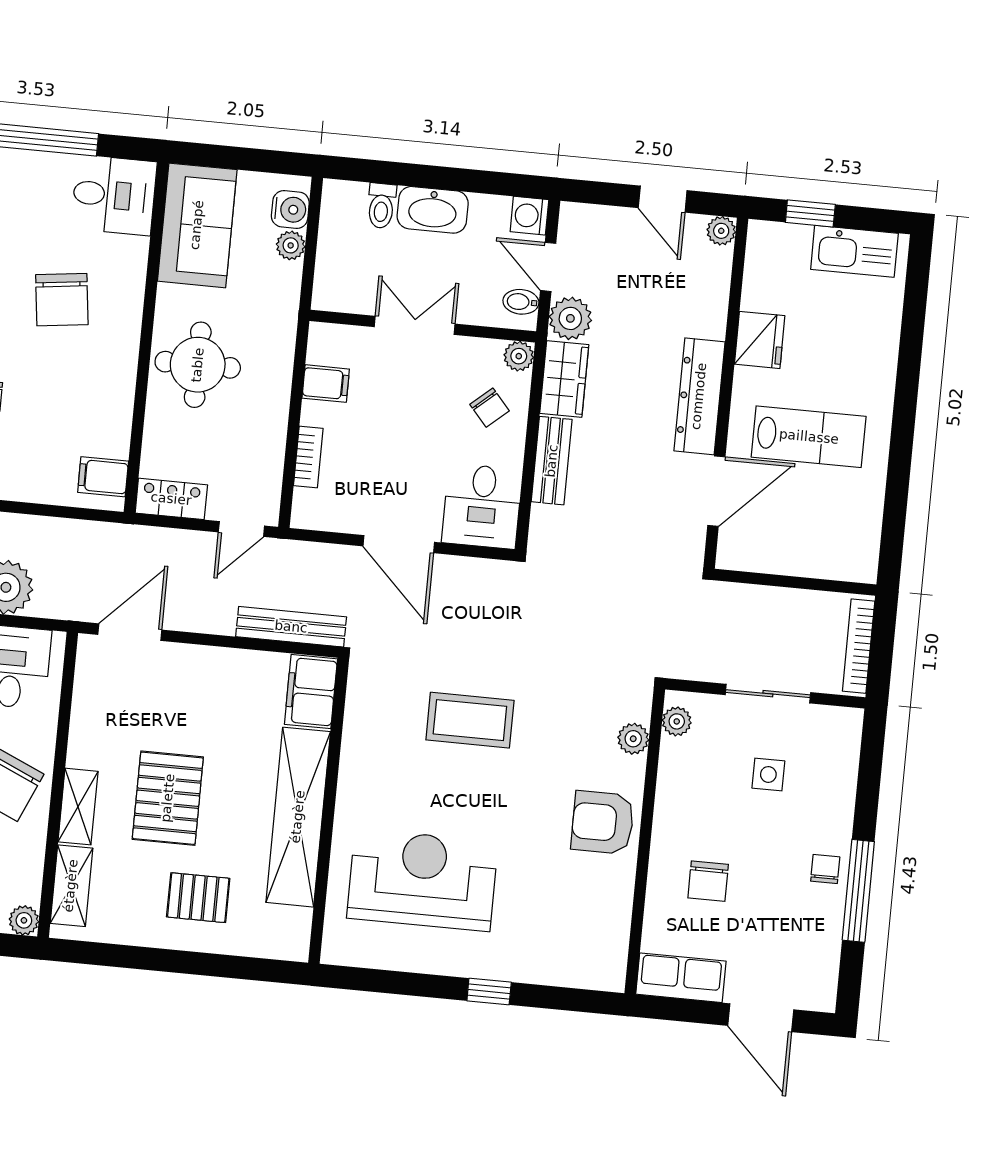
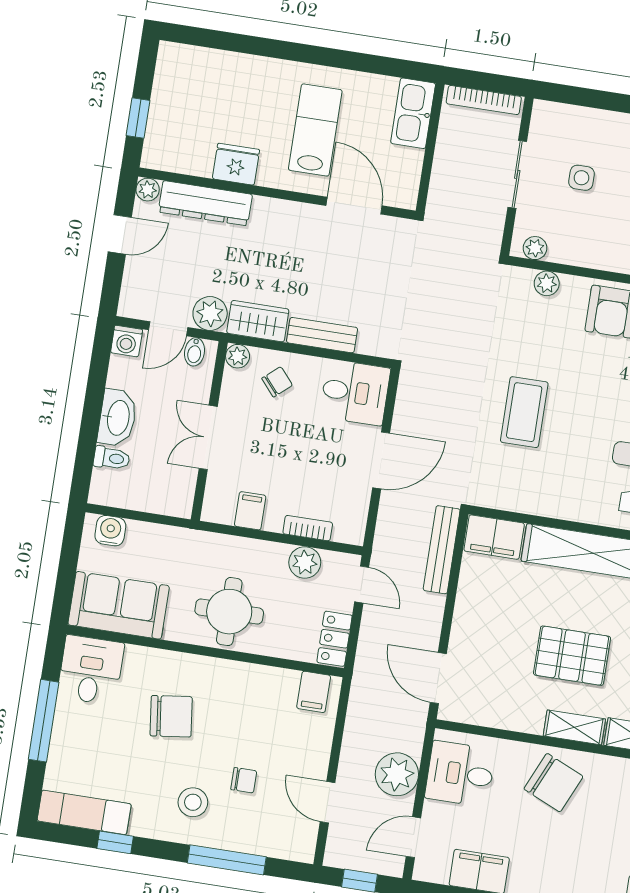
plant: (291, 245) -> (305, 562), moved, width x1.38, depth x1.38
kitchen sink: (854, 251) -> (413, 113), moved, turned 180
dresser: (699, 396) -> (205, 203), moved

